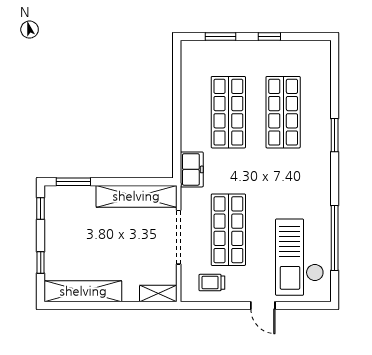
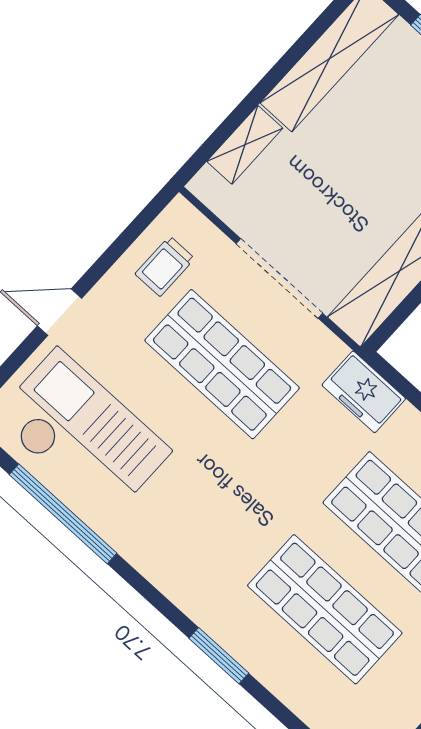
trolley: (212, 283) -> (165, 266), turned 180
shelving: (158, 294) -> (245, 145), moved

